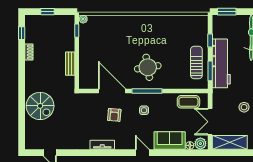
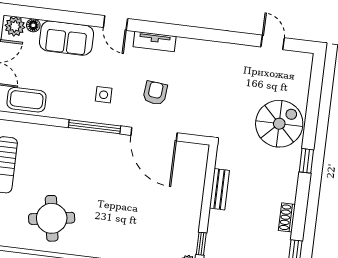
round table: (148, 67) -> (52, 218), moved
window: (22, 86) -> (306, 161), added
spiral stairs: (40, 106) -> (279, 124), turned 90
tv unit: (102, 145) -> (155, 41), moved

